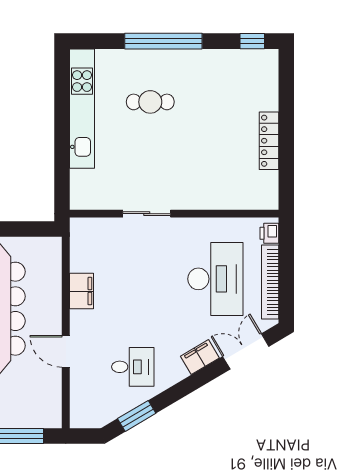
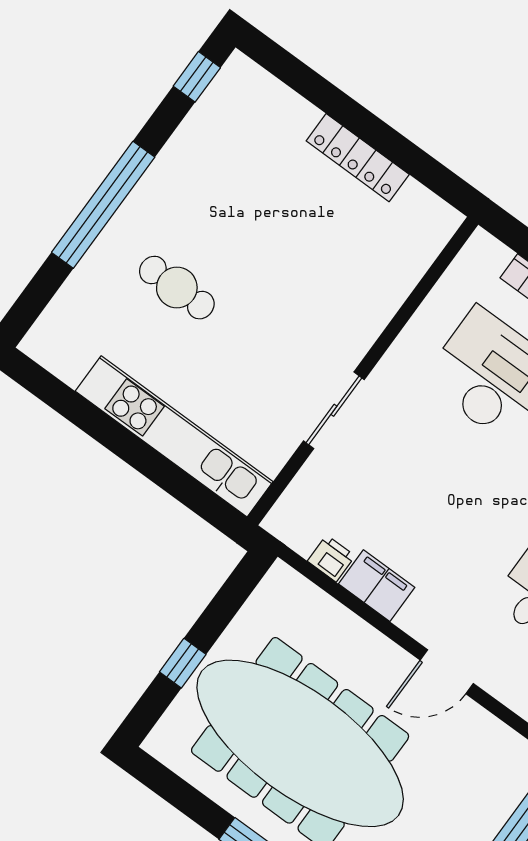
cafe table: (150, 102) -> (177, 288), turned 90
kitchen unit: (82, 109) -> (174, 436), moved
printer: (269, 233) -> (331, 558), moved, turned 180

